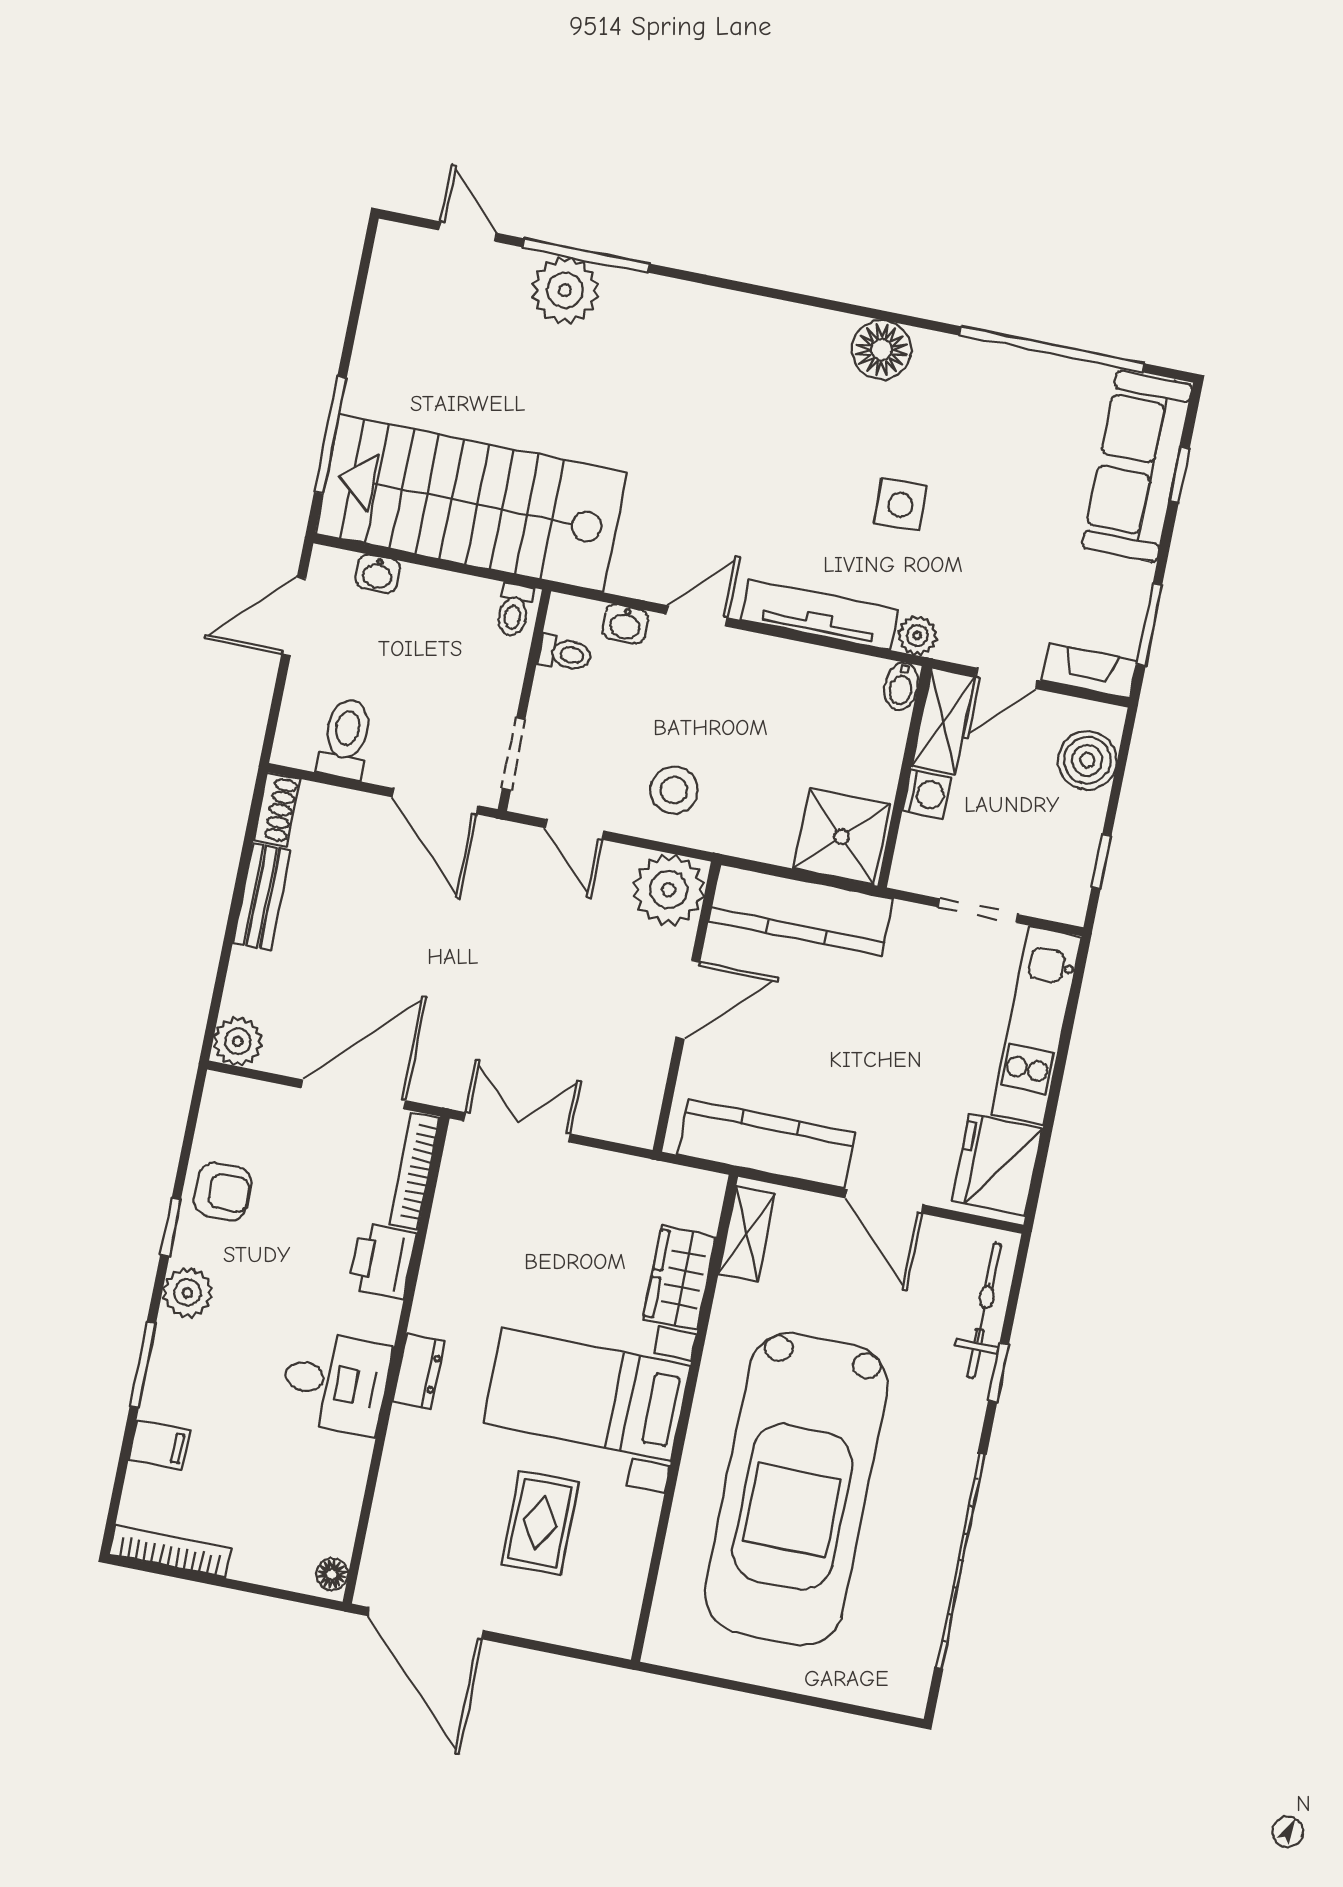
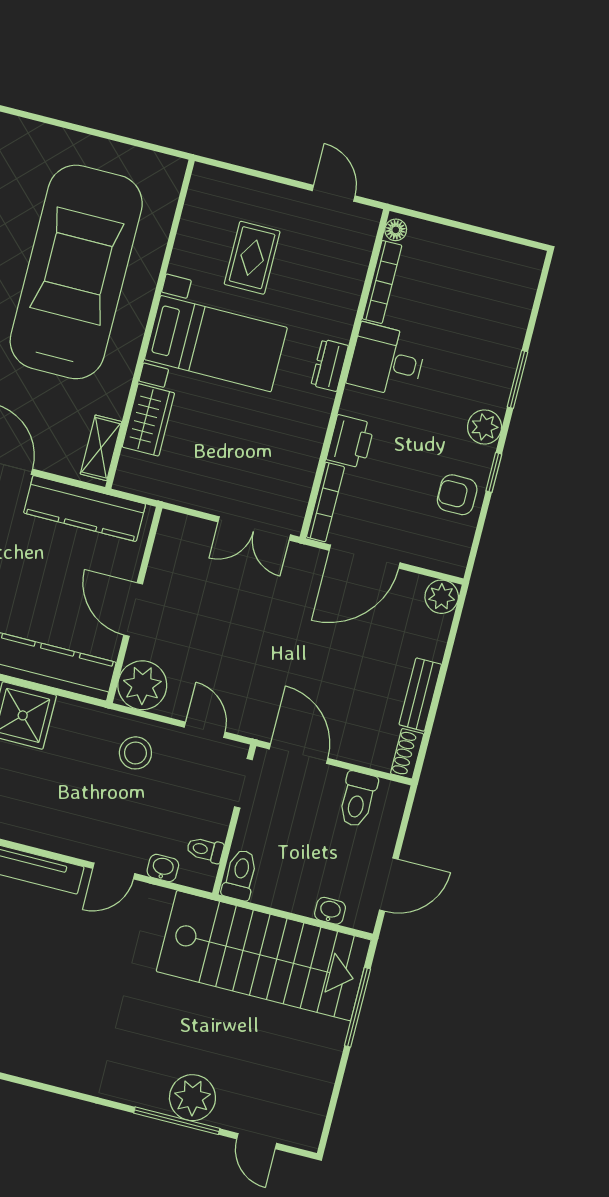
toilet: (514, 610) -> (240, 875), width x1.37, depth x1.39
door: (688, 1000) -> (133, 609), hinge flipped
filing cabinet: (159, 1445) -> (509, 324), removed
bookcase: (170, 1551) -> (382, 282), moved, turned -90
door: (426, 1623) -> (334, 193), width x0.53

